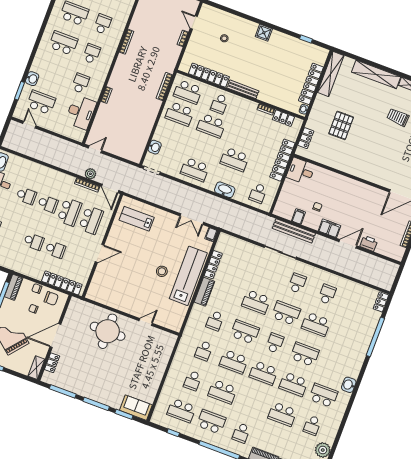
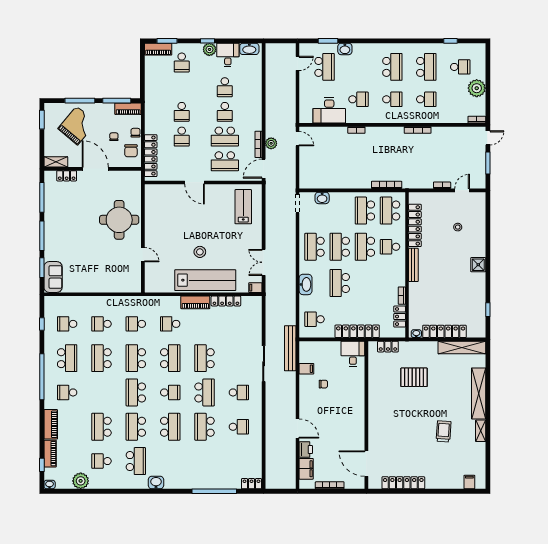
school desk: (203, 148) -> (340, 247), added
filing cabinet: (329, 228) -> (306, 469), moved
bench: (294, 231) -> (290, 348), moved
school desk: (181, 411) -> (67, 324), width x0.54

